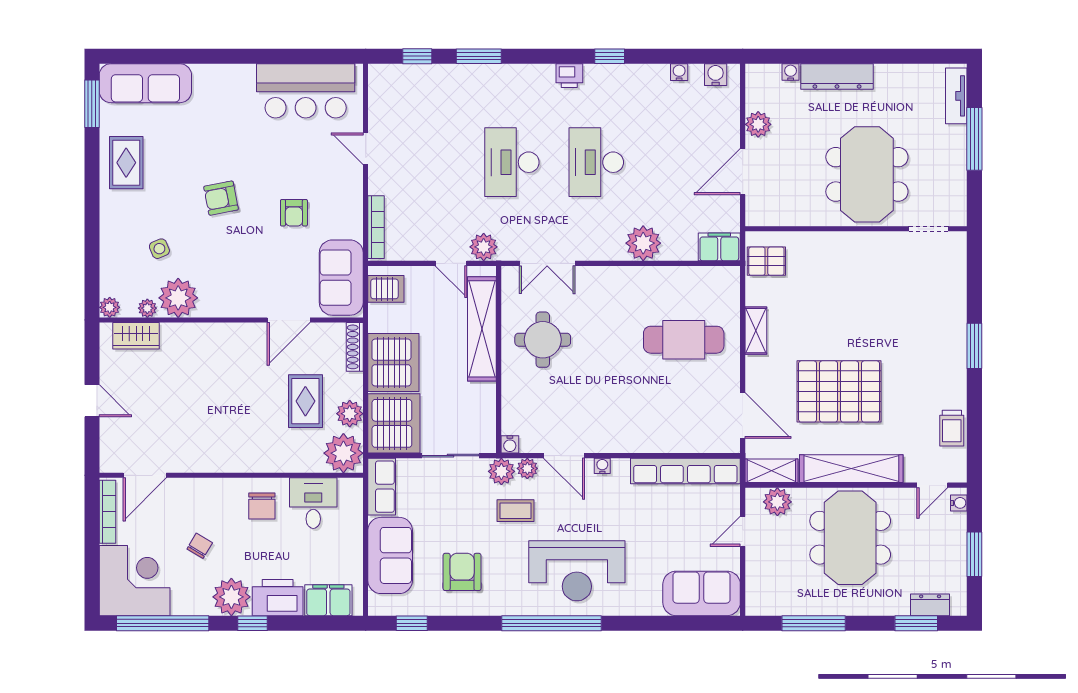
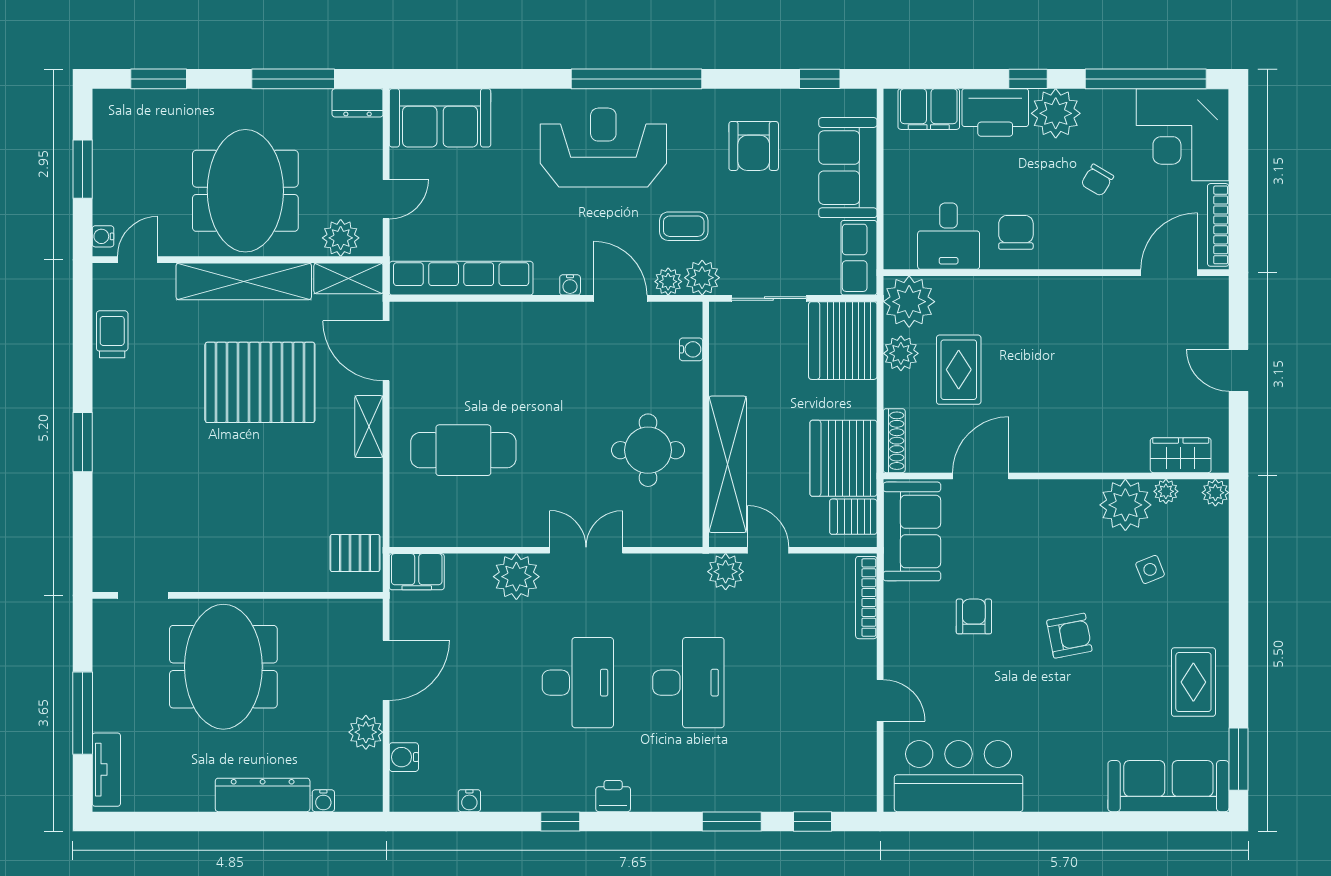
water cooler: (716, 75) -> (404, 757), moved, turned 90
double door: (547, 263) -> (586, 550), moved
shelving: (756, 331) -> (369, 427), moved
server rack: (393, 363) -> (843, 458), moved
water cooler: (510, 444) -> (691, 349), moved, turned 90
dresser: (930, 605) -> (358, 103), moved

